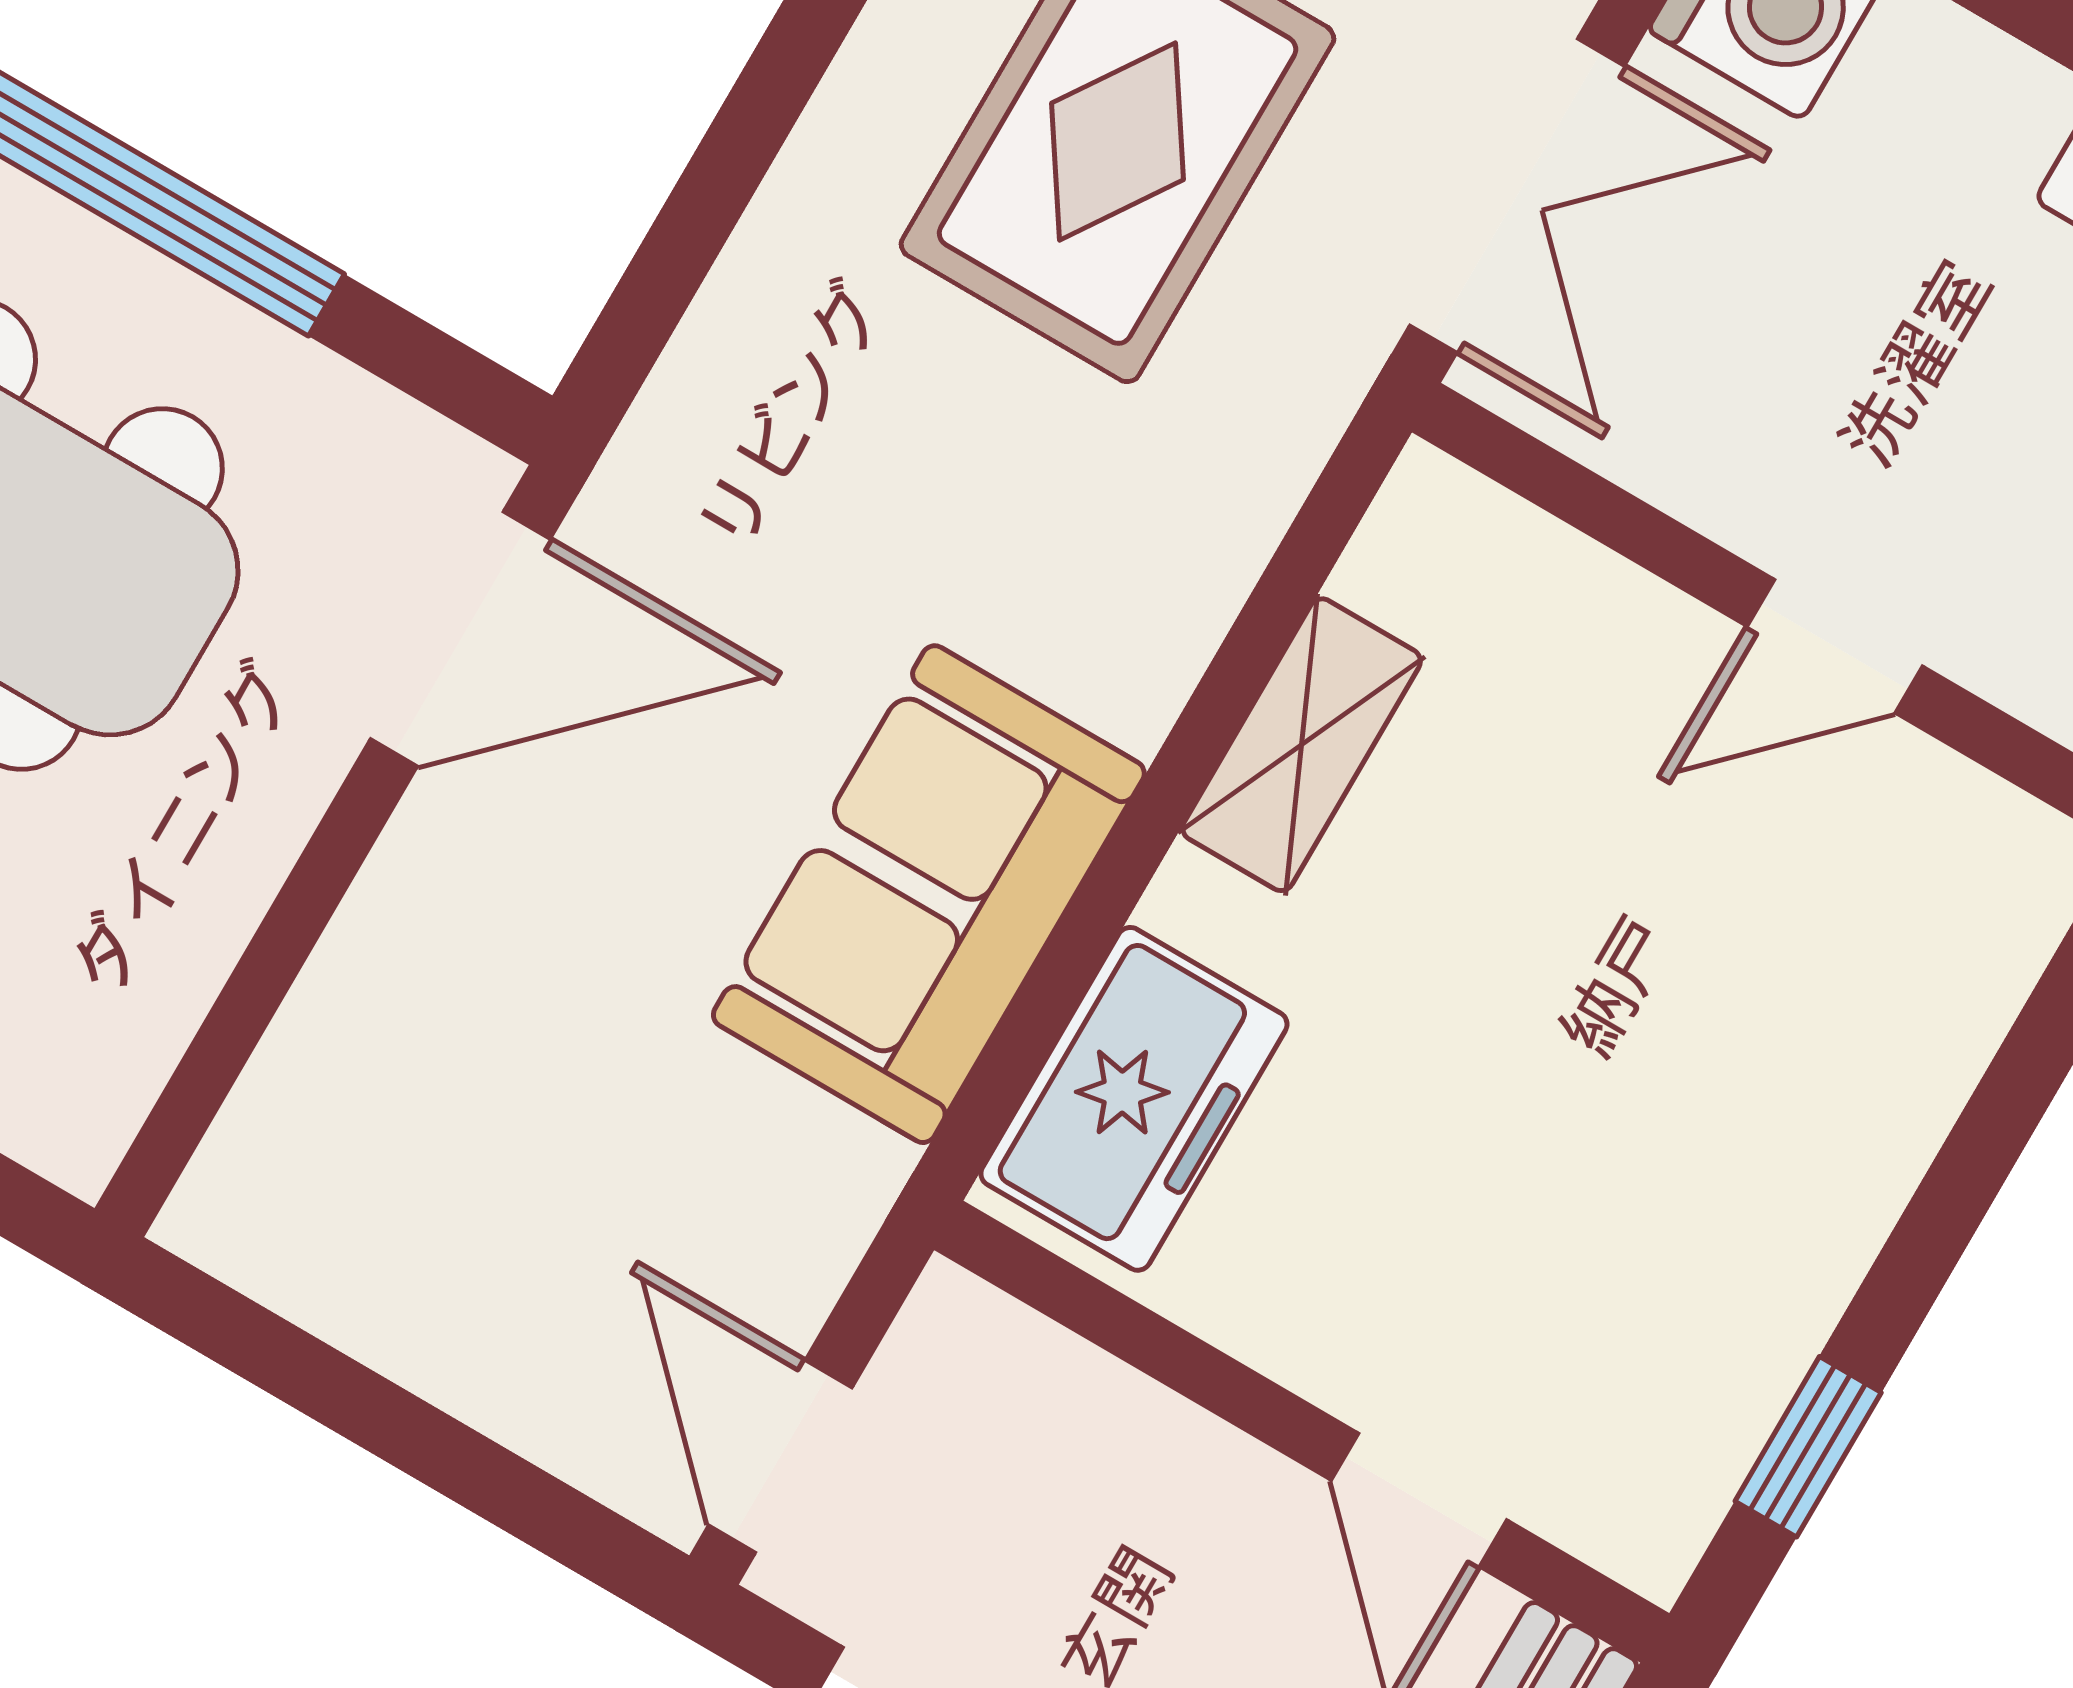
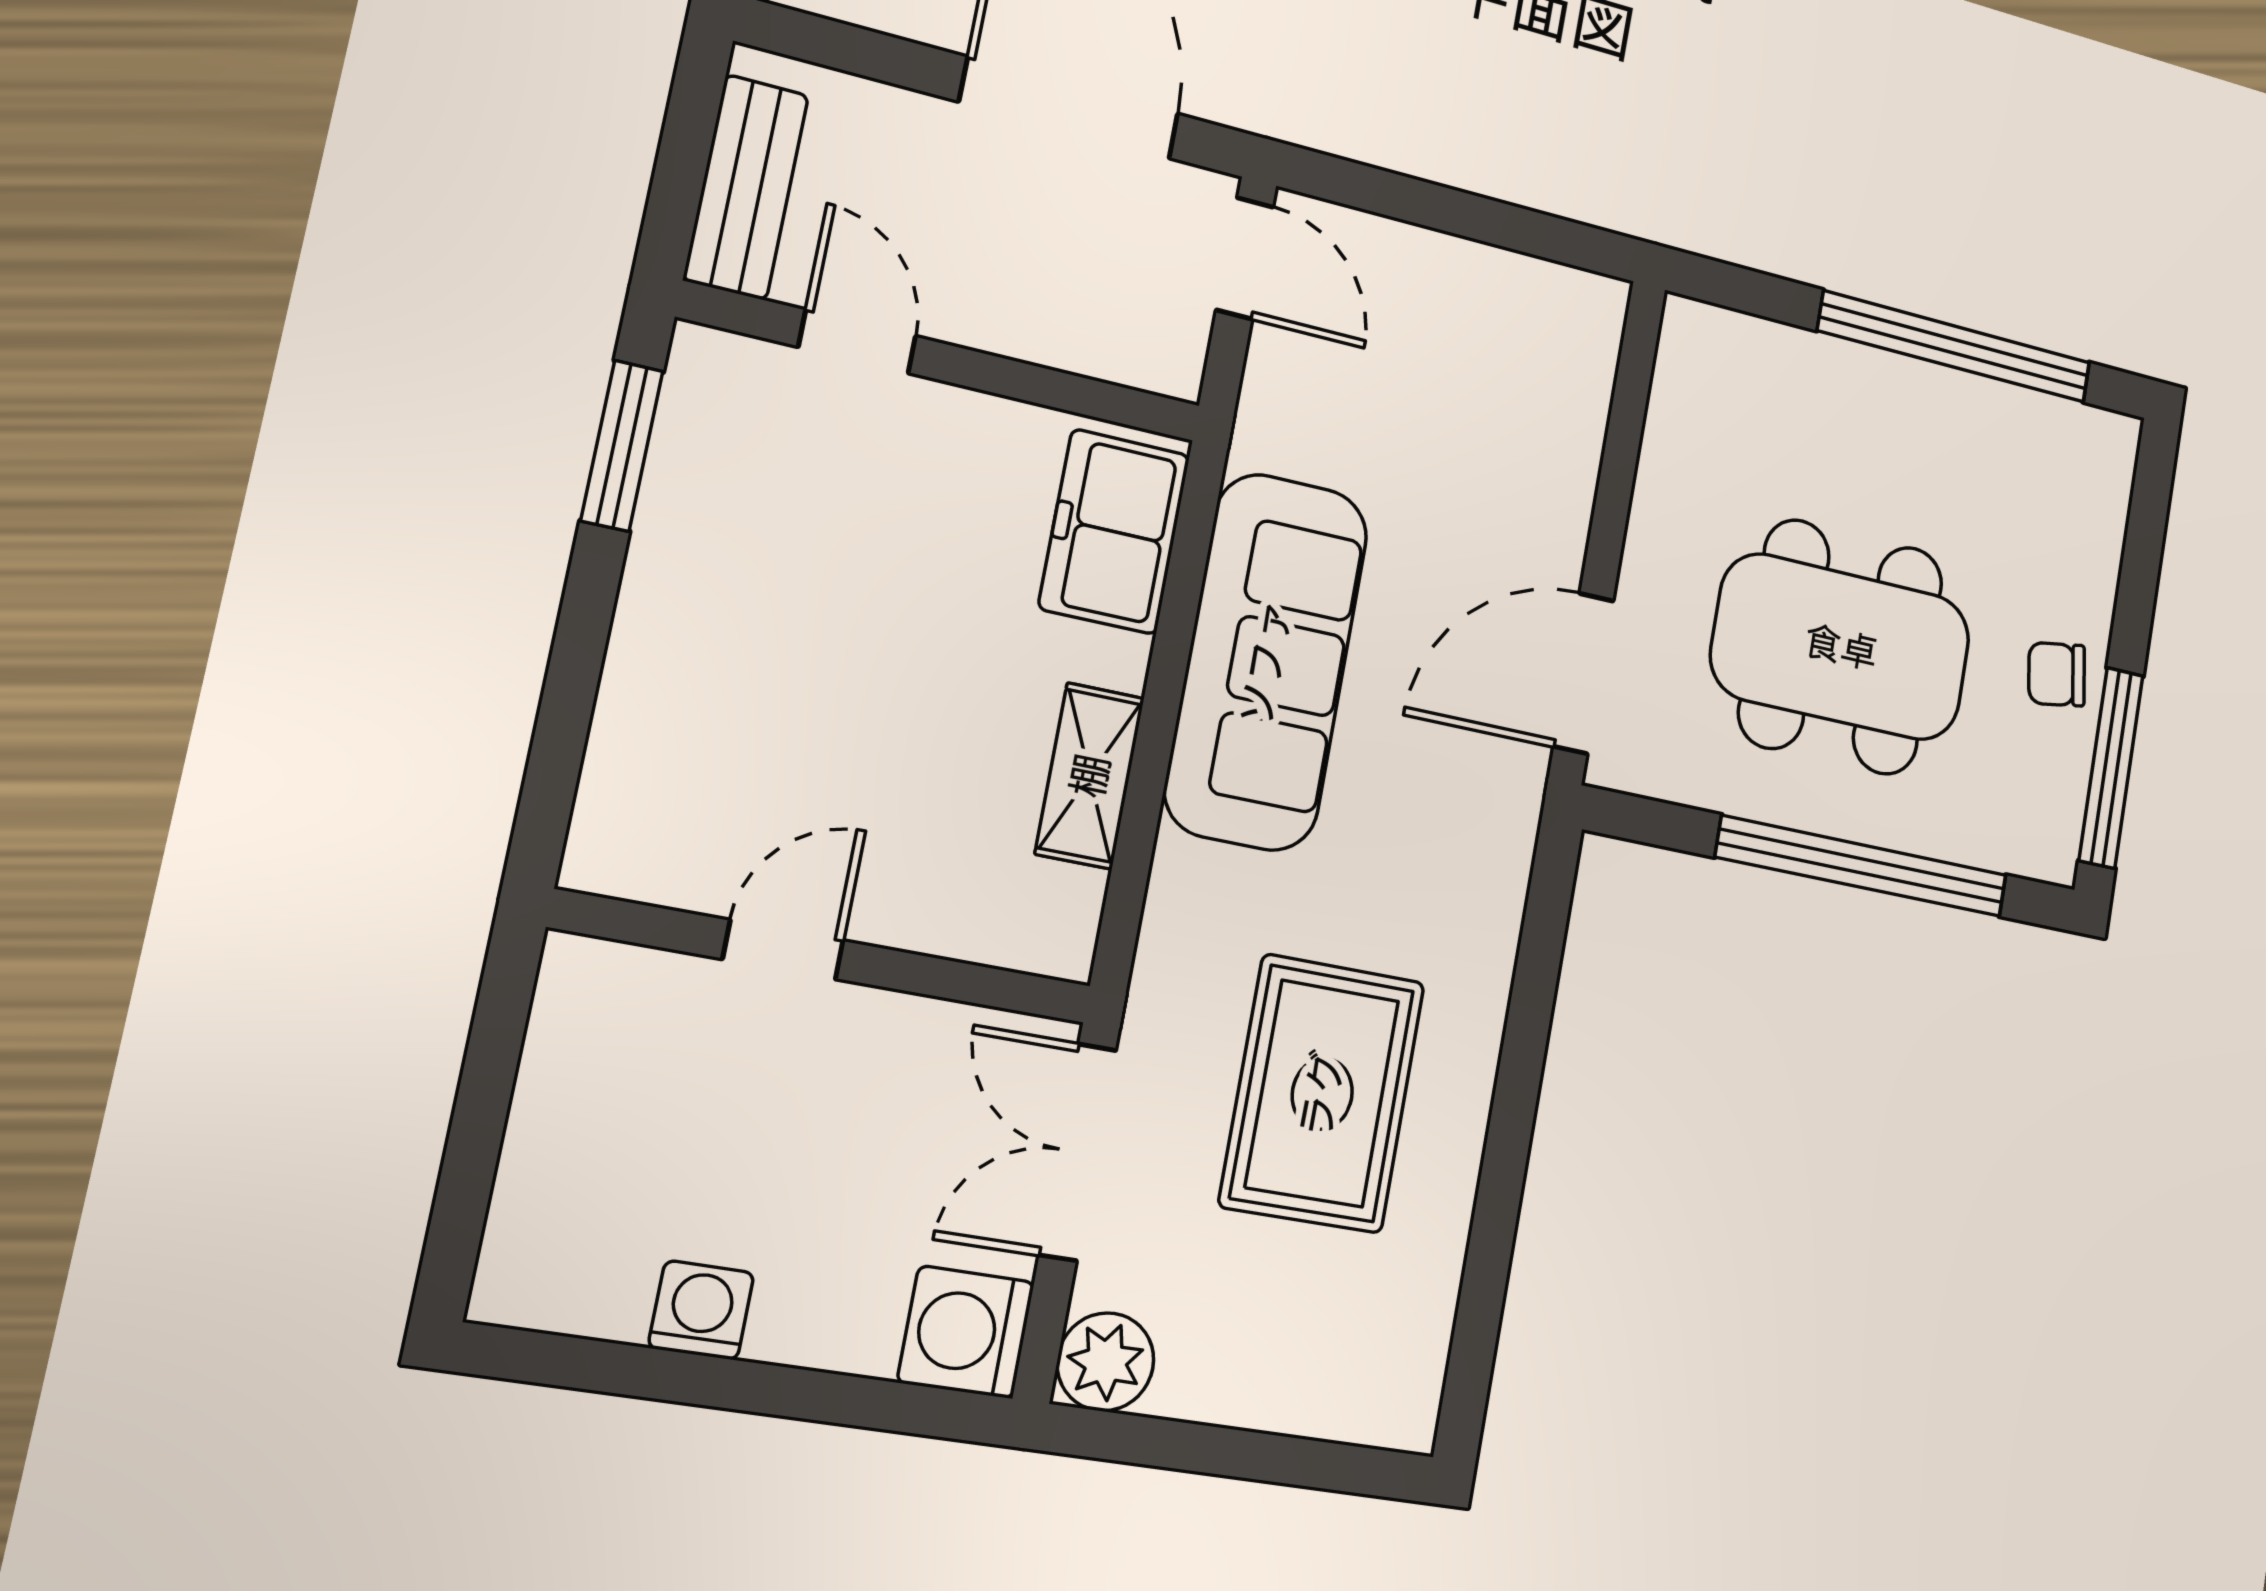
sofa: (929, 894) -> (1266, 662), width x1.36
window: (1808, 1447) -> (622, 446), width x1.50

